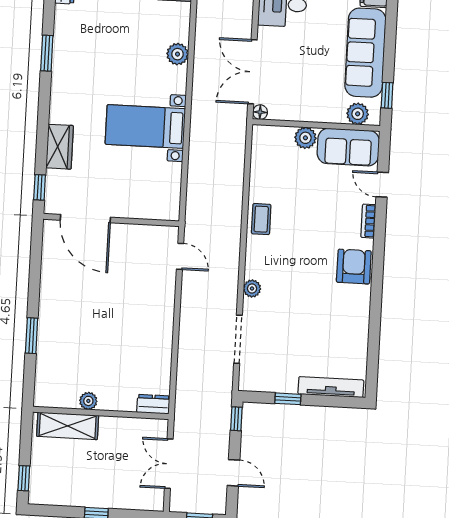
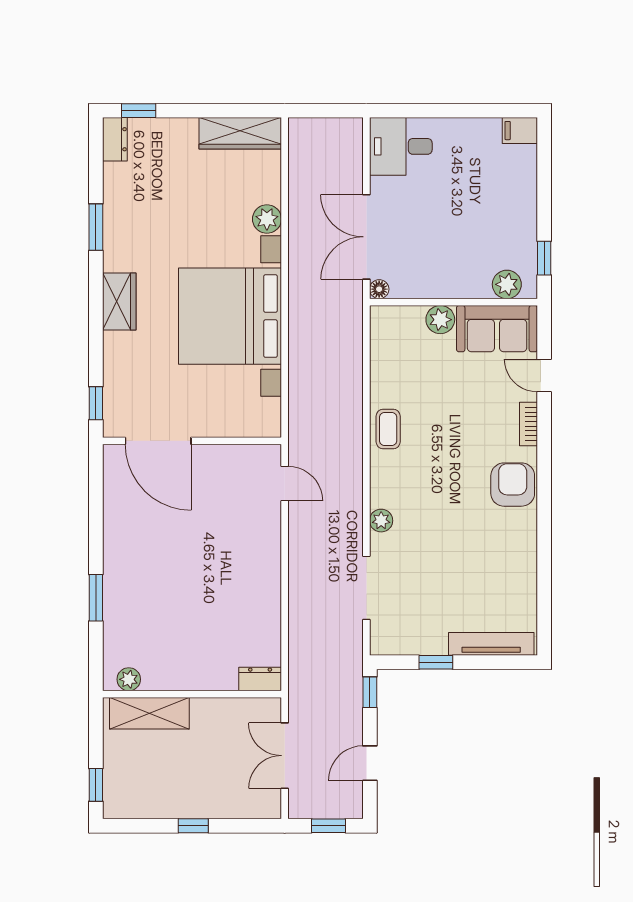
sofa: (365, 53) -> (513, 204), removed
bed with nightstands: (145, 126) -> (230, 316), width x1.85
wardrobe: (60, 147) -> (119, 302), moved
plant: (88, 401) -> (129, 679), moved
door: (233, 473) -> (370, 763), swing flipped

